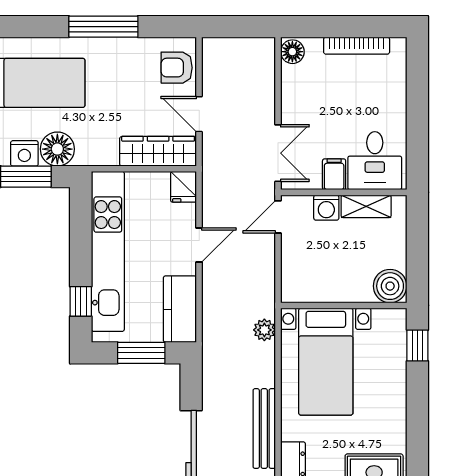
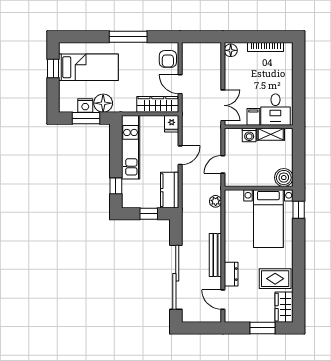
armchair: (177, 68) -> (168, 59), turned -90
door: (278, 217) -> (223, 164), moved
kitchen unit: (108, 251) -> (131, 147), width x0.73
window: (141, 353) -> (149, 214), width x0.67
bed with nightstands: (326, 362) -> (268, 219), moved

